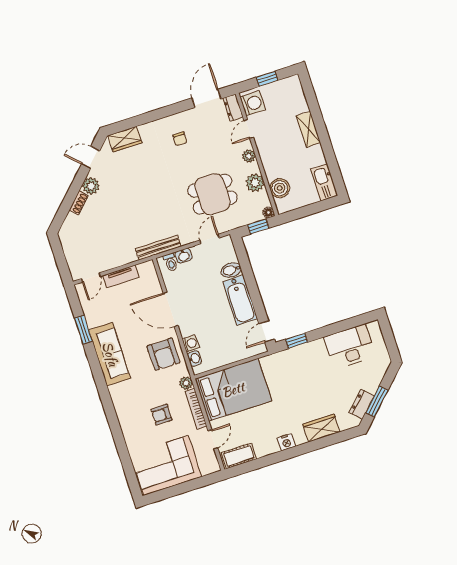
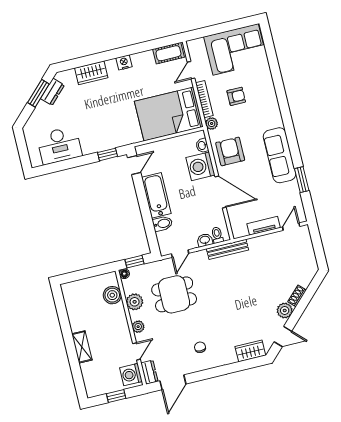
kitchen sink: (324, 182) -> (71, 297), removed
washing machine: (191, 343) -> (200, 166), width x1.89, depth x1.89

